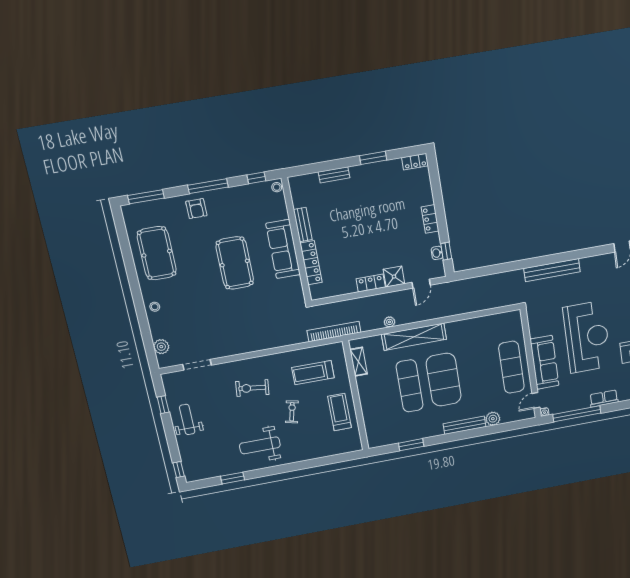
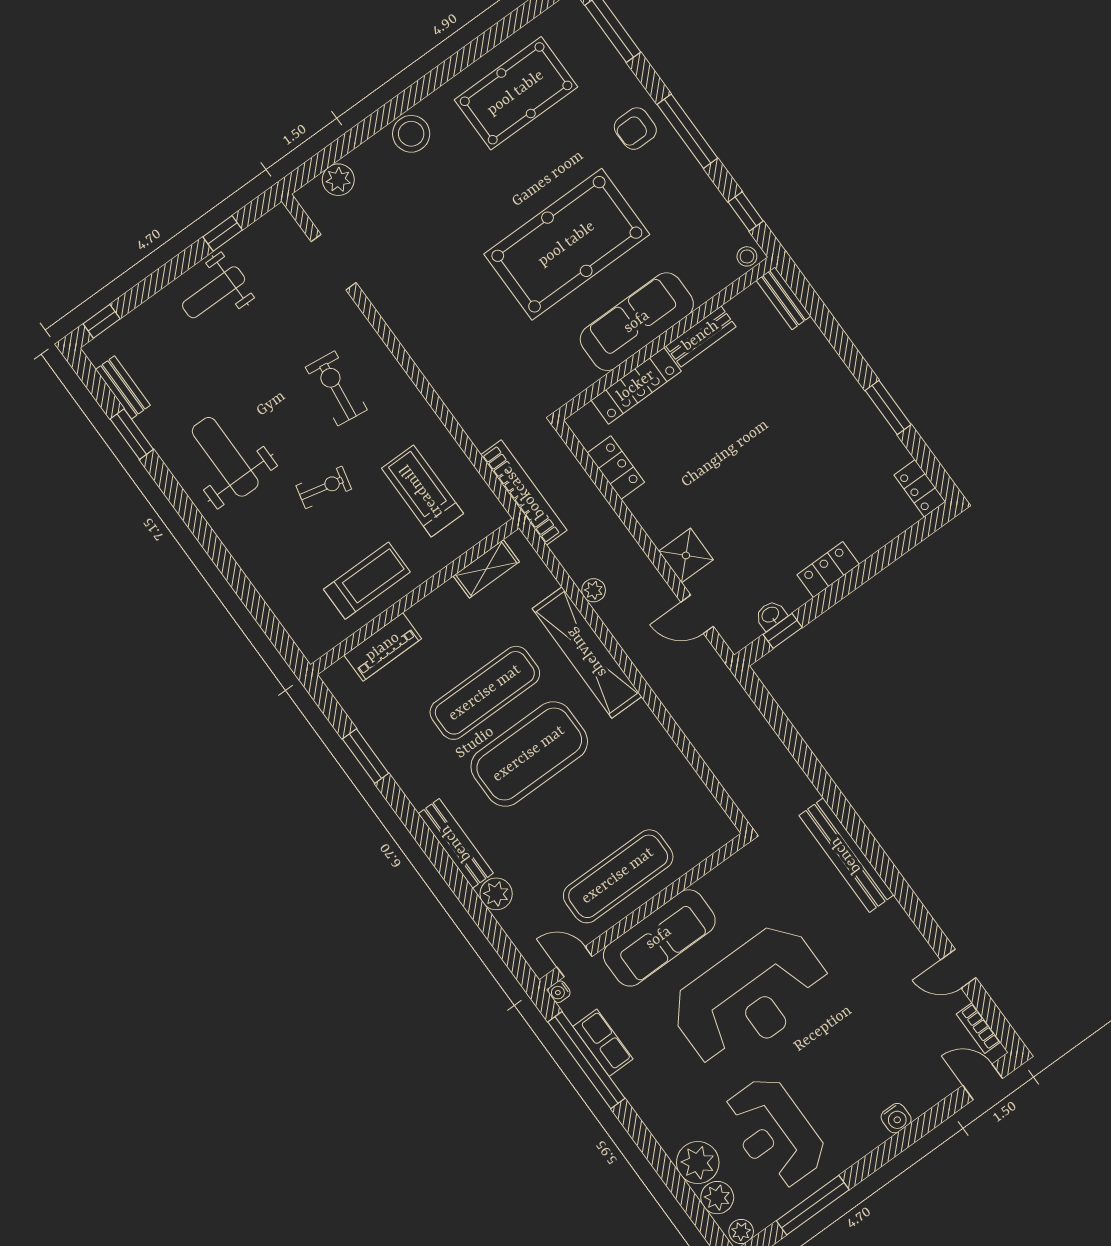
bench: (334, 175) -> (783, 298), moved
pool table: (235, 263) -> (567, 244), width x1.36, depth x1.32
locker: (371, 283) -> (616, 468), moved
stool: (155, 307) -> (411, 134), width x1.89, depth x1.89
row of seats: (604, 398) -> (603, 1043), moved
piano: (370, 418) -> (383, 647), added
weight bench: (187, 419) -> (214, 292), turned 180
bench: (211, 473) -> (123, 387), added

